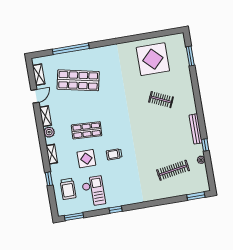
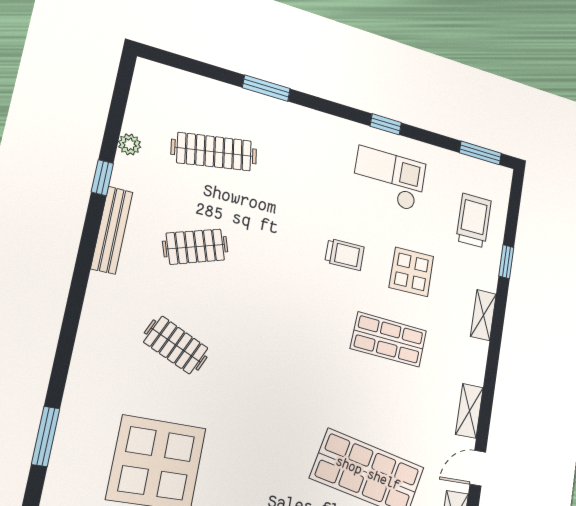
plant: (49, 132) -> (473, 369), removed
clothes rail: (167, 135) -> (195, 247), added
checkout: (94, 191) -> (389, 179), moved, turned 90
window: (196, 196) -> (266, 88), moved

